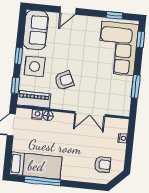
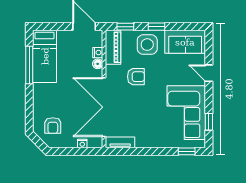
corner sofa: (118, 48) -> (186, 113), moved, turned -90
armchair: (64, 80) -> (136, 77), turned -65
window: (136, 86) -> (137, 151), removed
tv unit: (125, 102) -> (120, 142), added
double door: (90, 114) -> (104, 107), width x1.87

